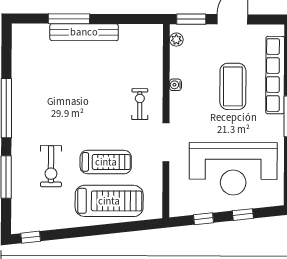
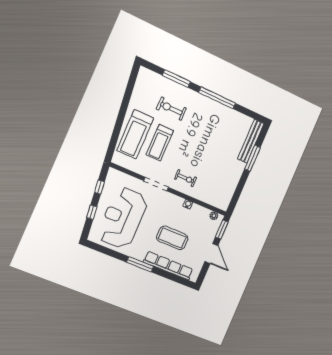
bench: (84, 32) -> (251, 141), moved
window: (31, 237) -> (133, 76), removed

